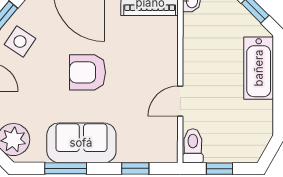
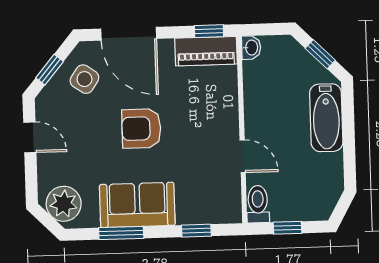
side table: (20, 42) -> (84, 79), moved
door: (180, 101) -> (243, 156), swing flipped

